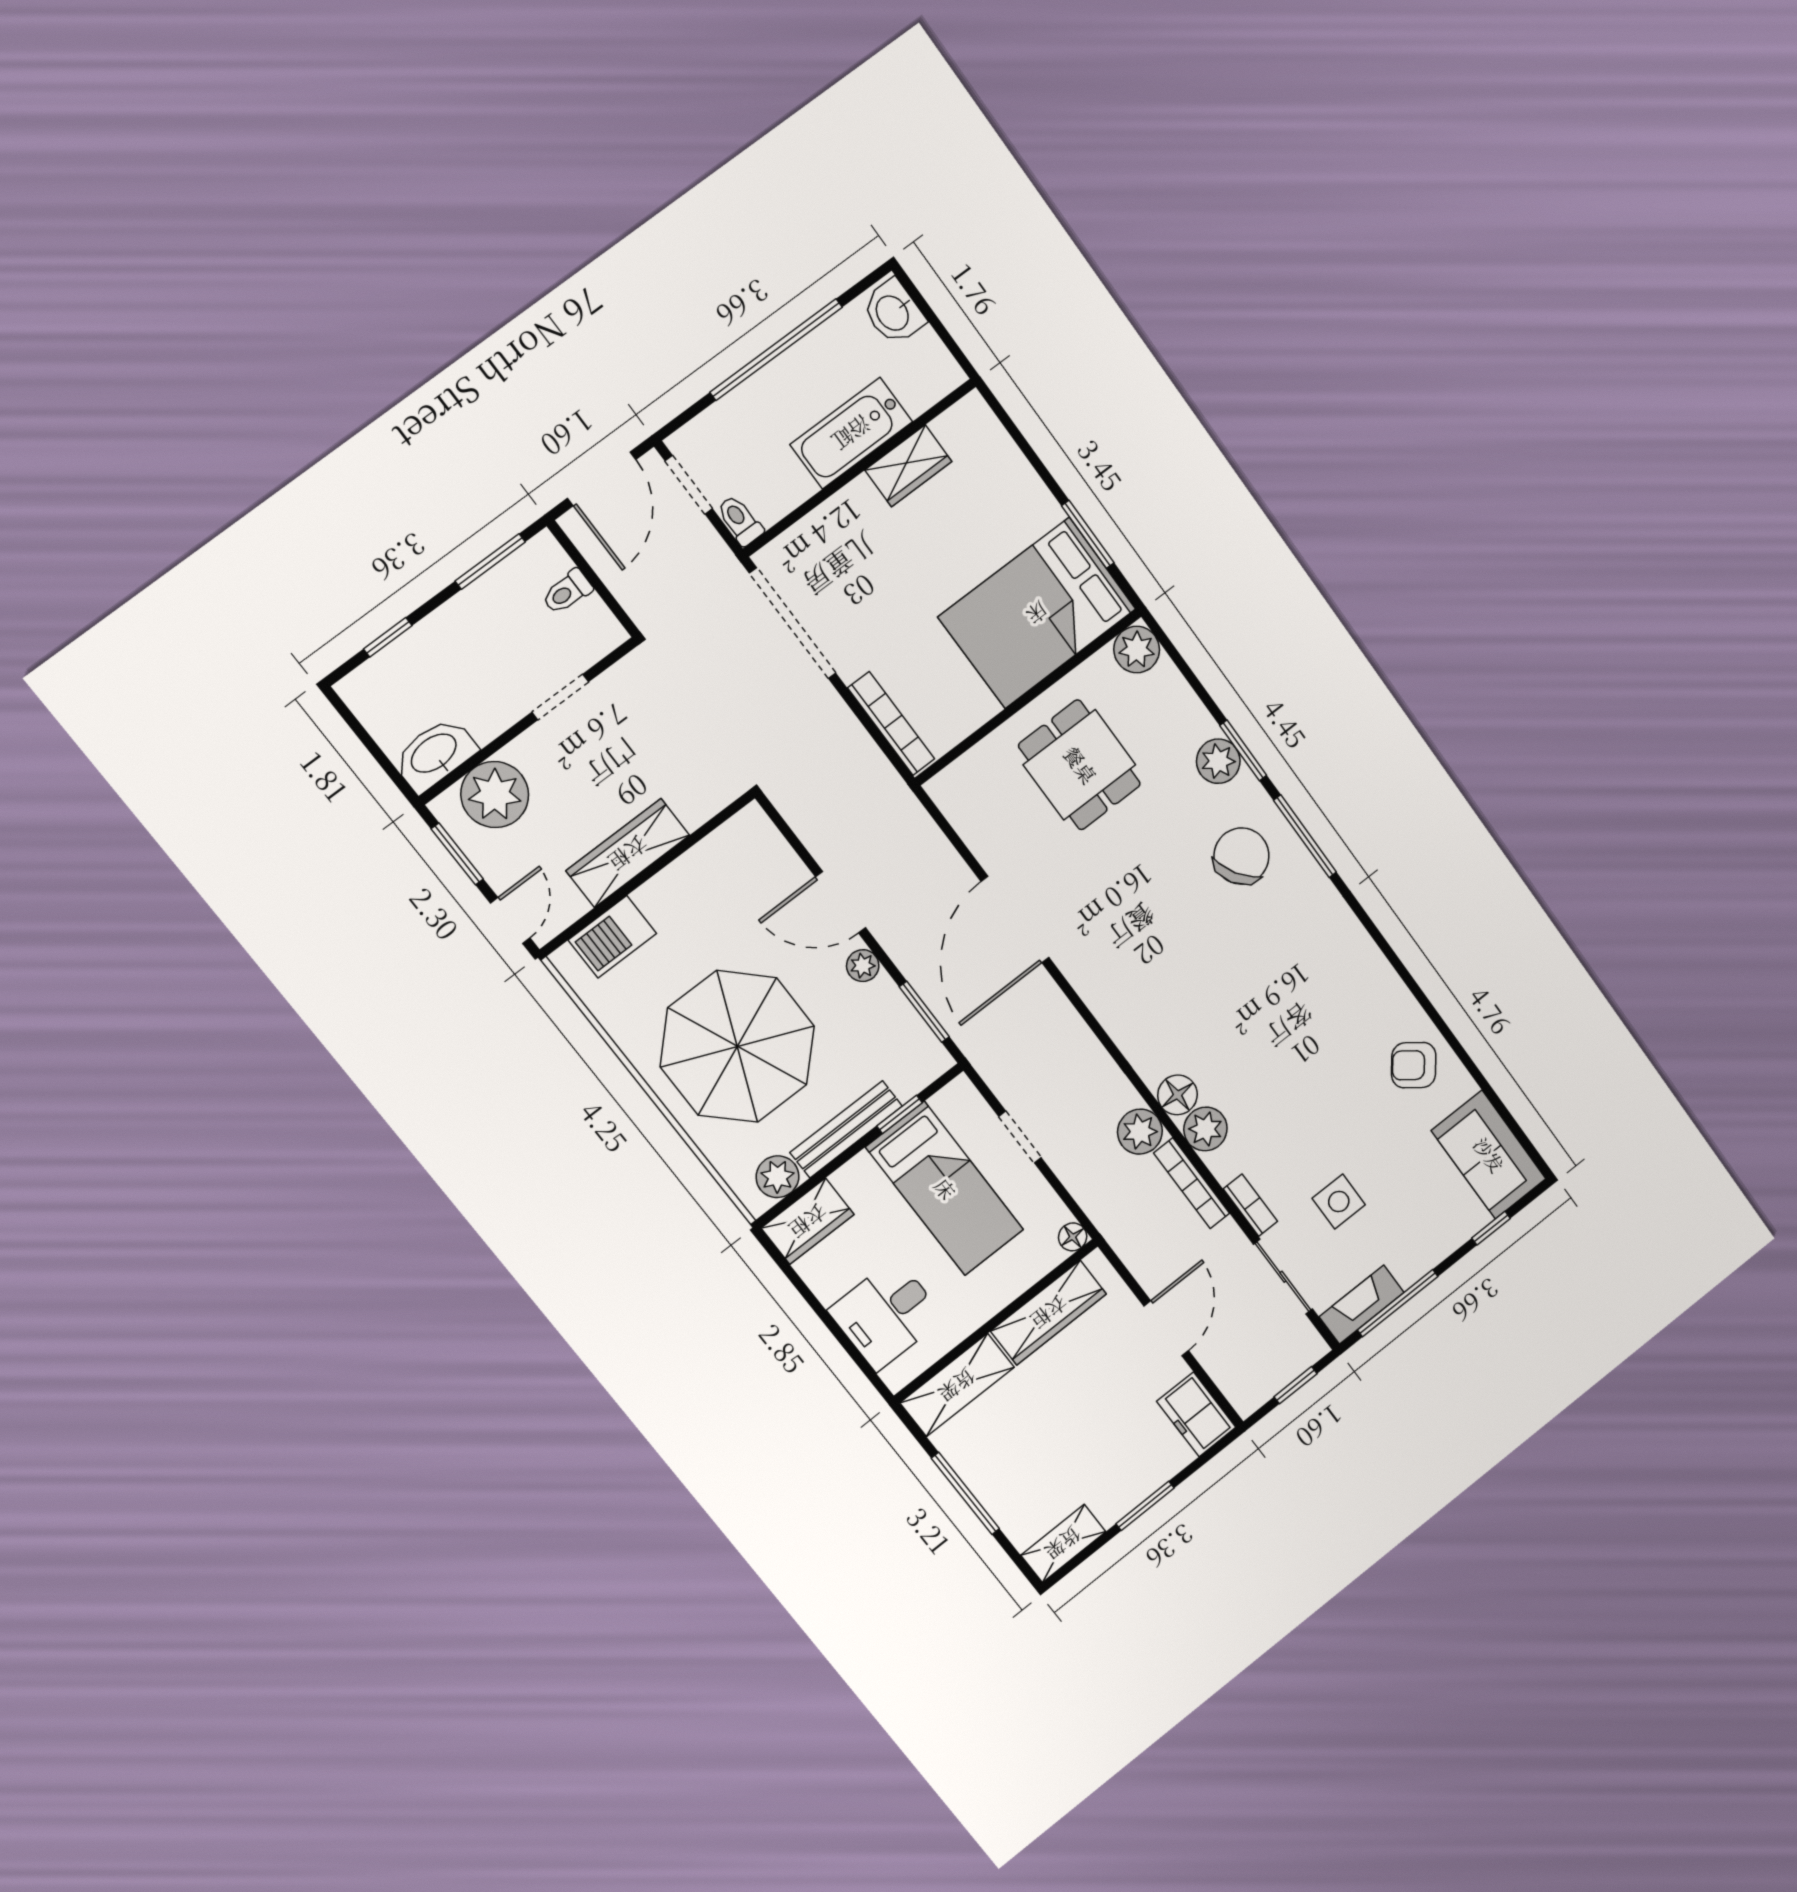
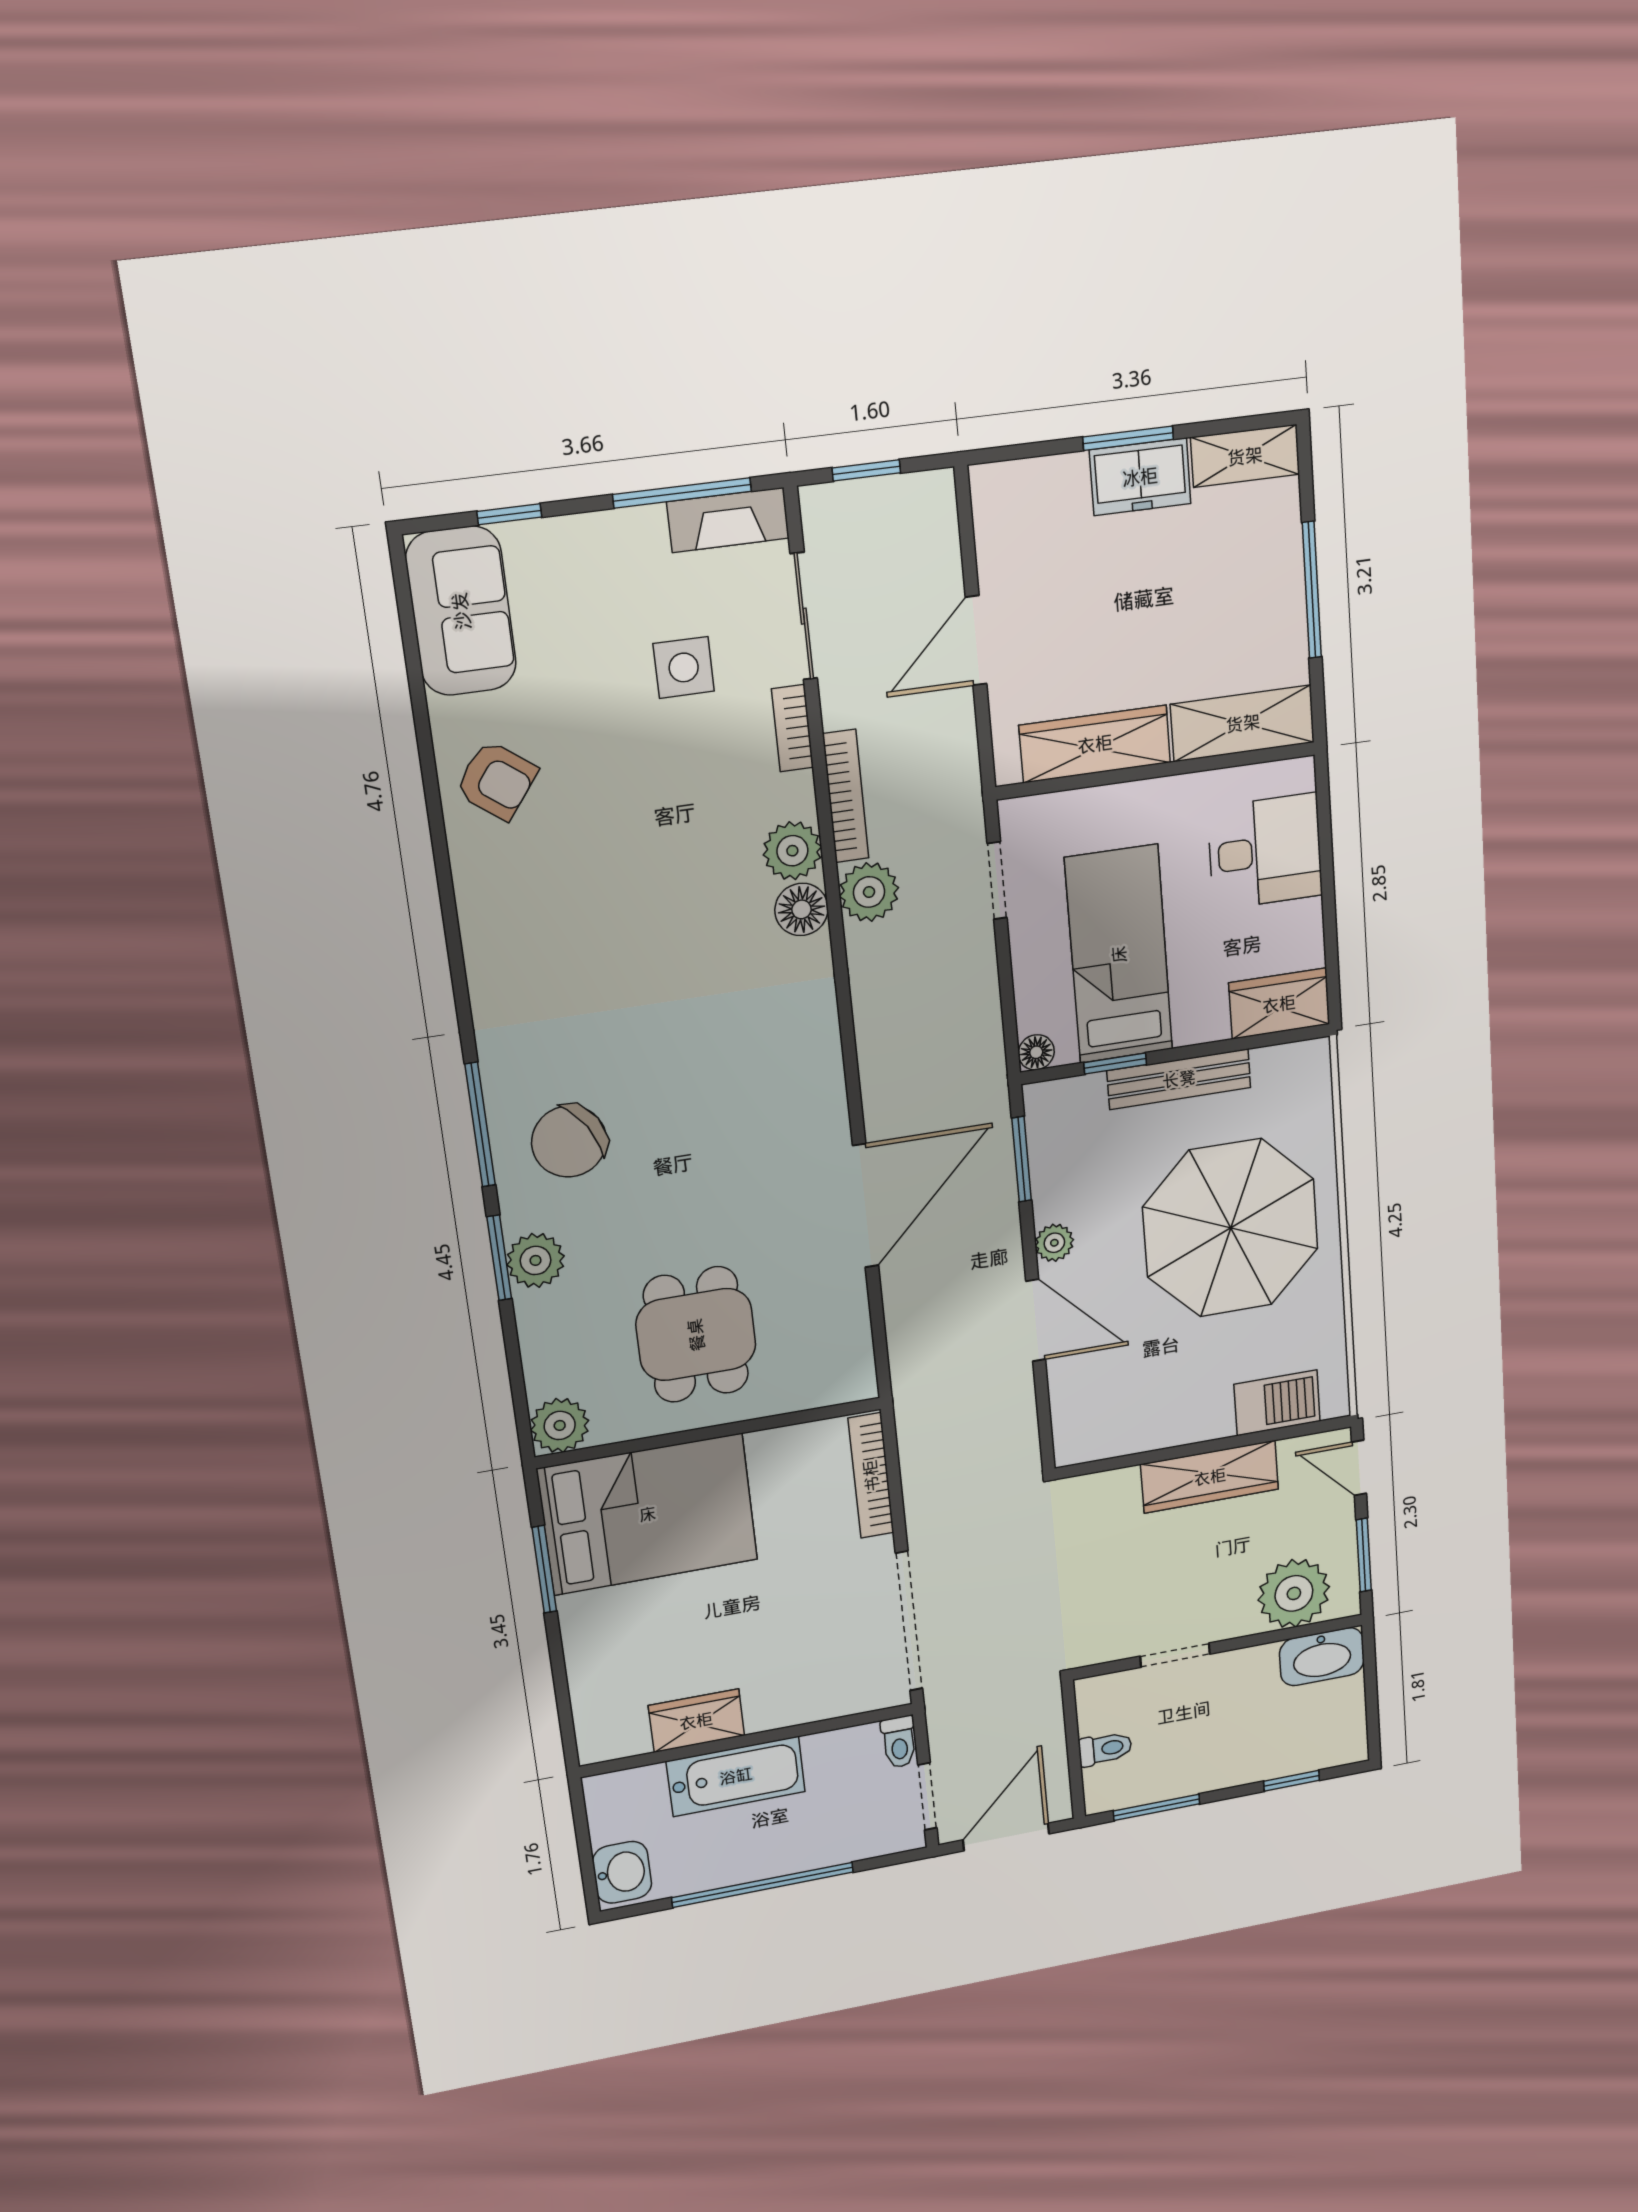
door: (510, 921) -> (1359, 1468), hinge flipped
doorway: (1020, 1137) -> (997, 880), moved
plant: (778, 1177) -> (1279, 1069), removed
floor lamp: (1073, 1237) -> (1036, 1052), moved
freezer: (1196, 1414) -> (1140, 477), moved, turned 90

